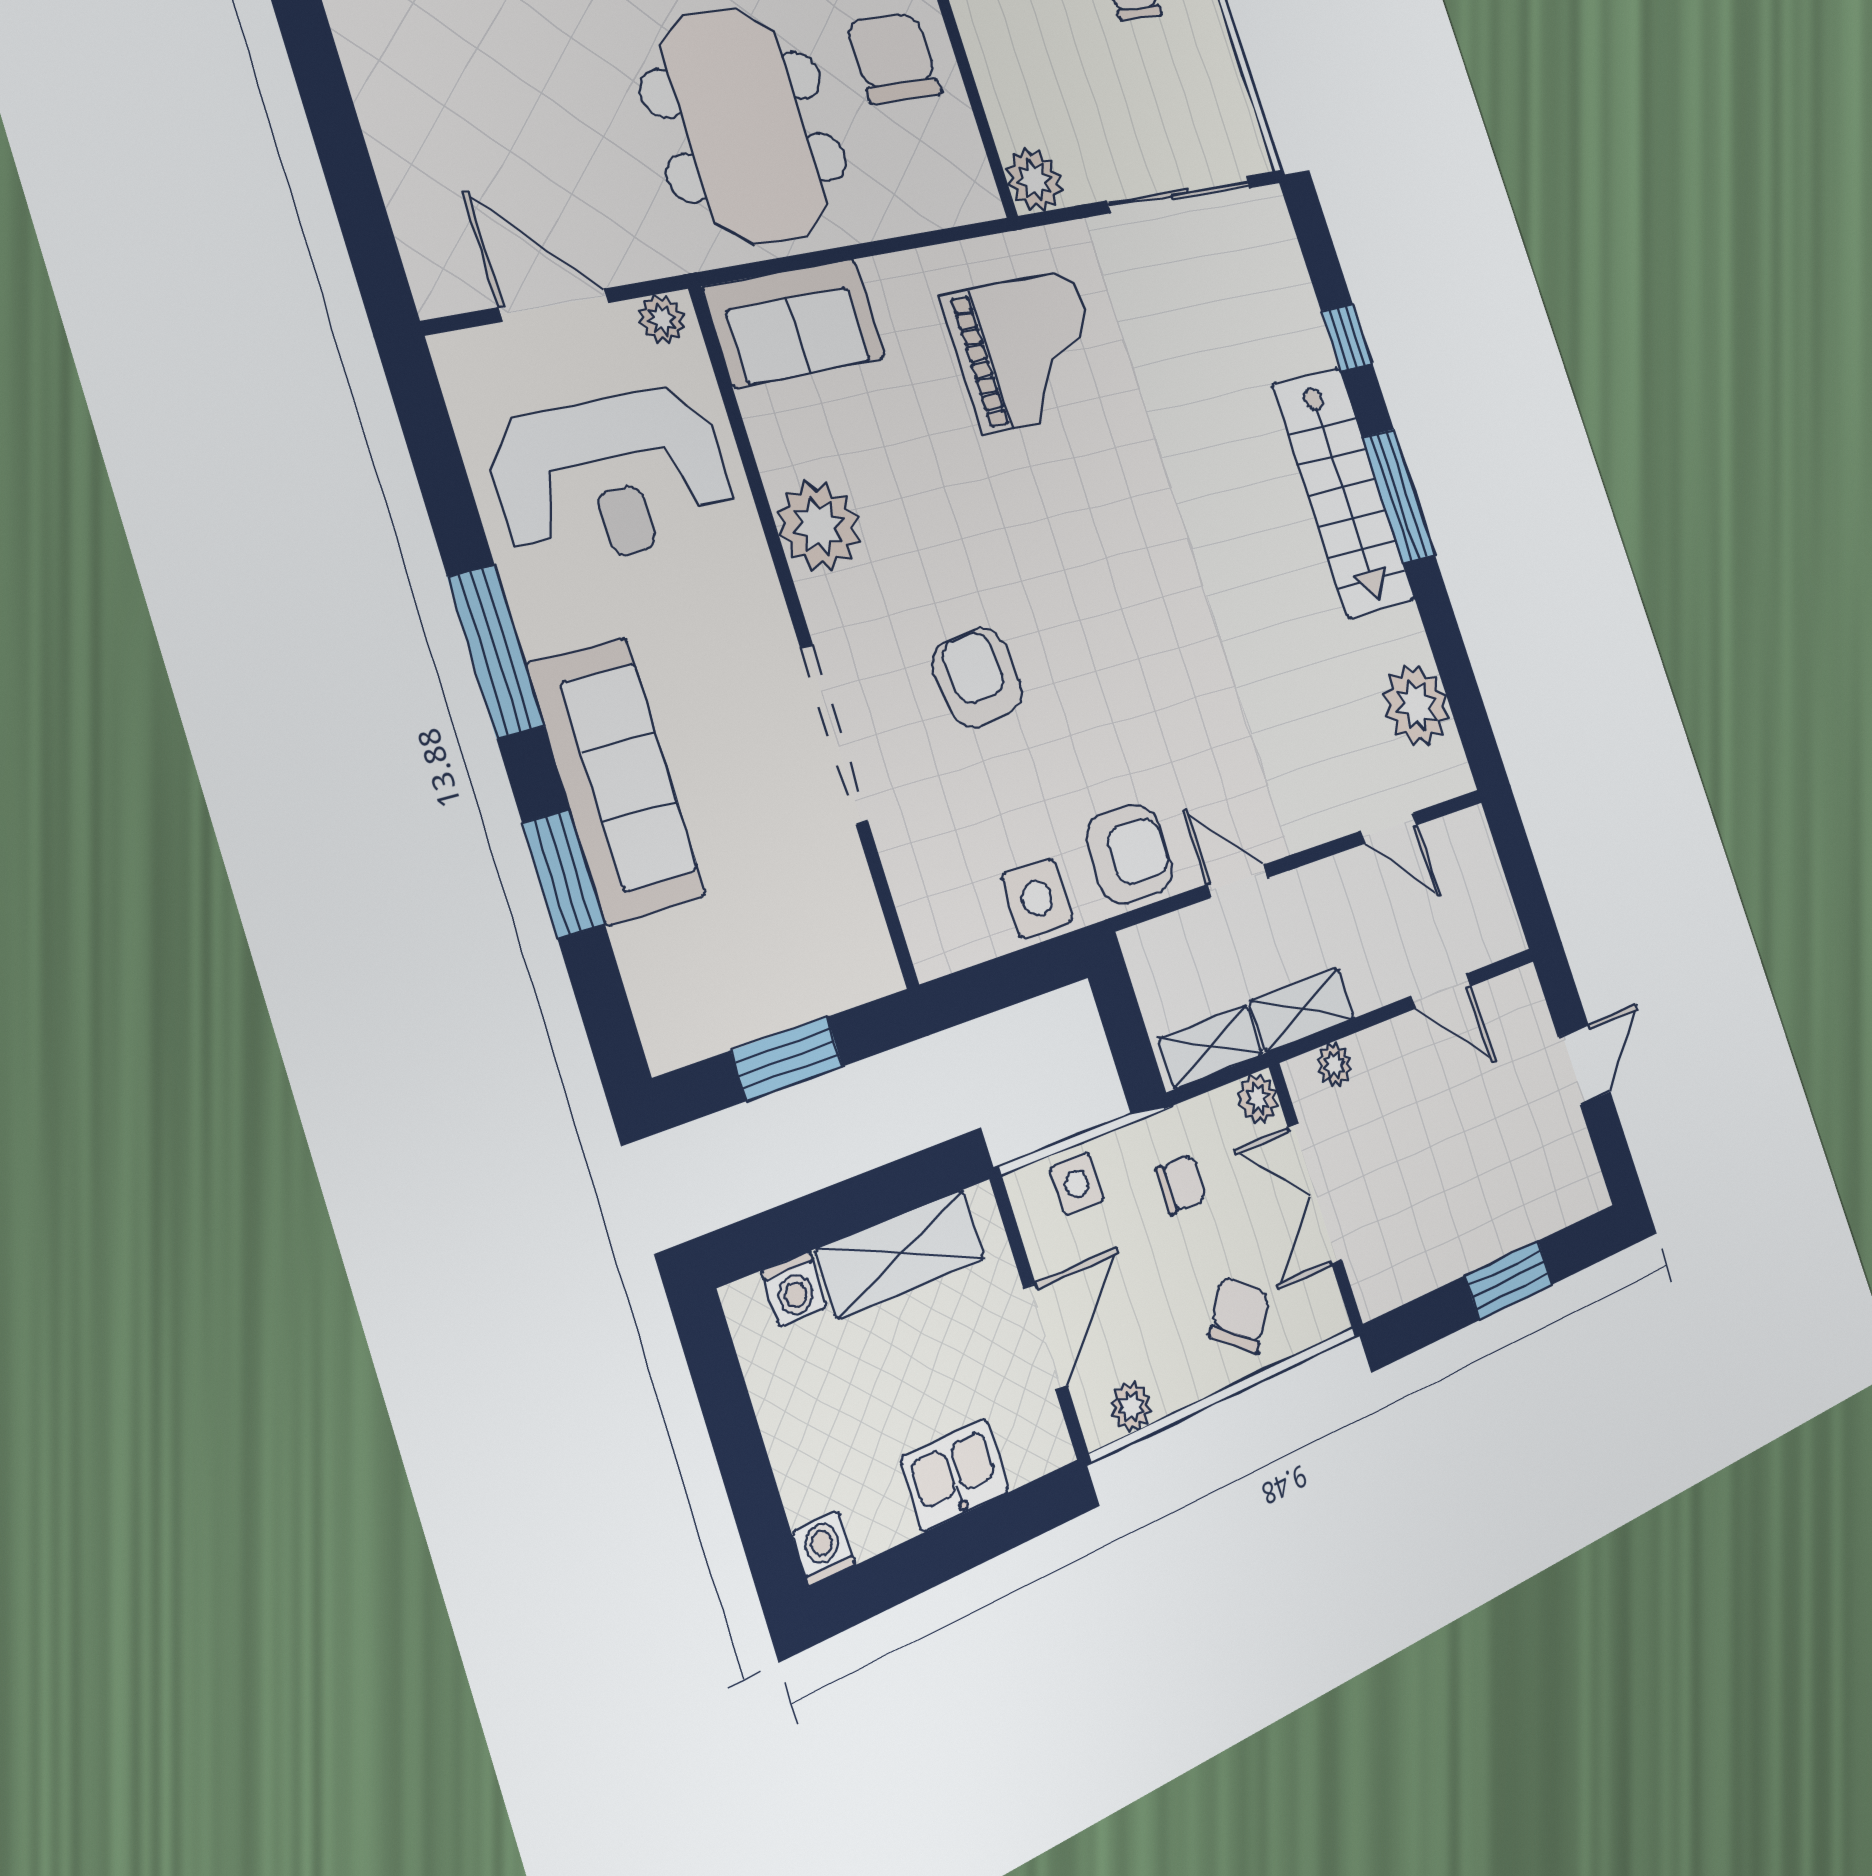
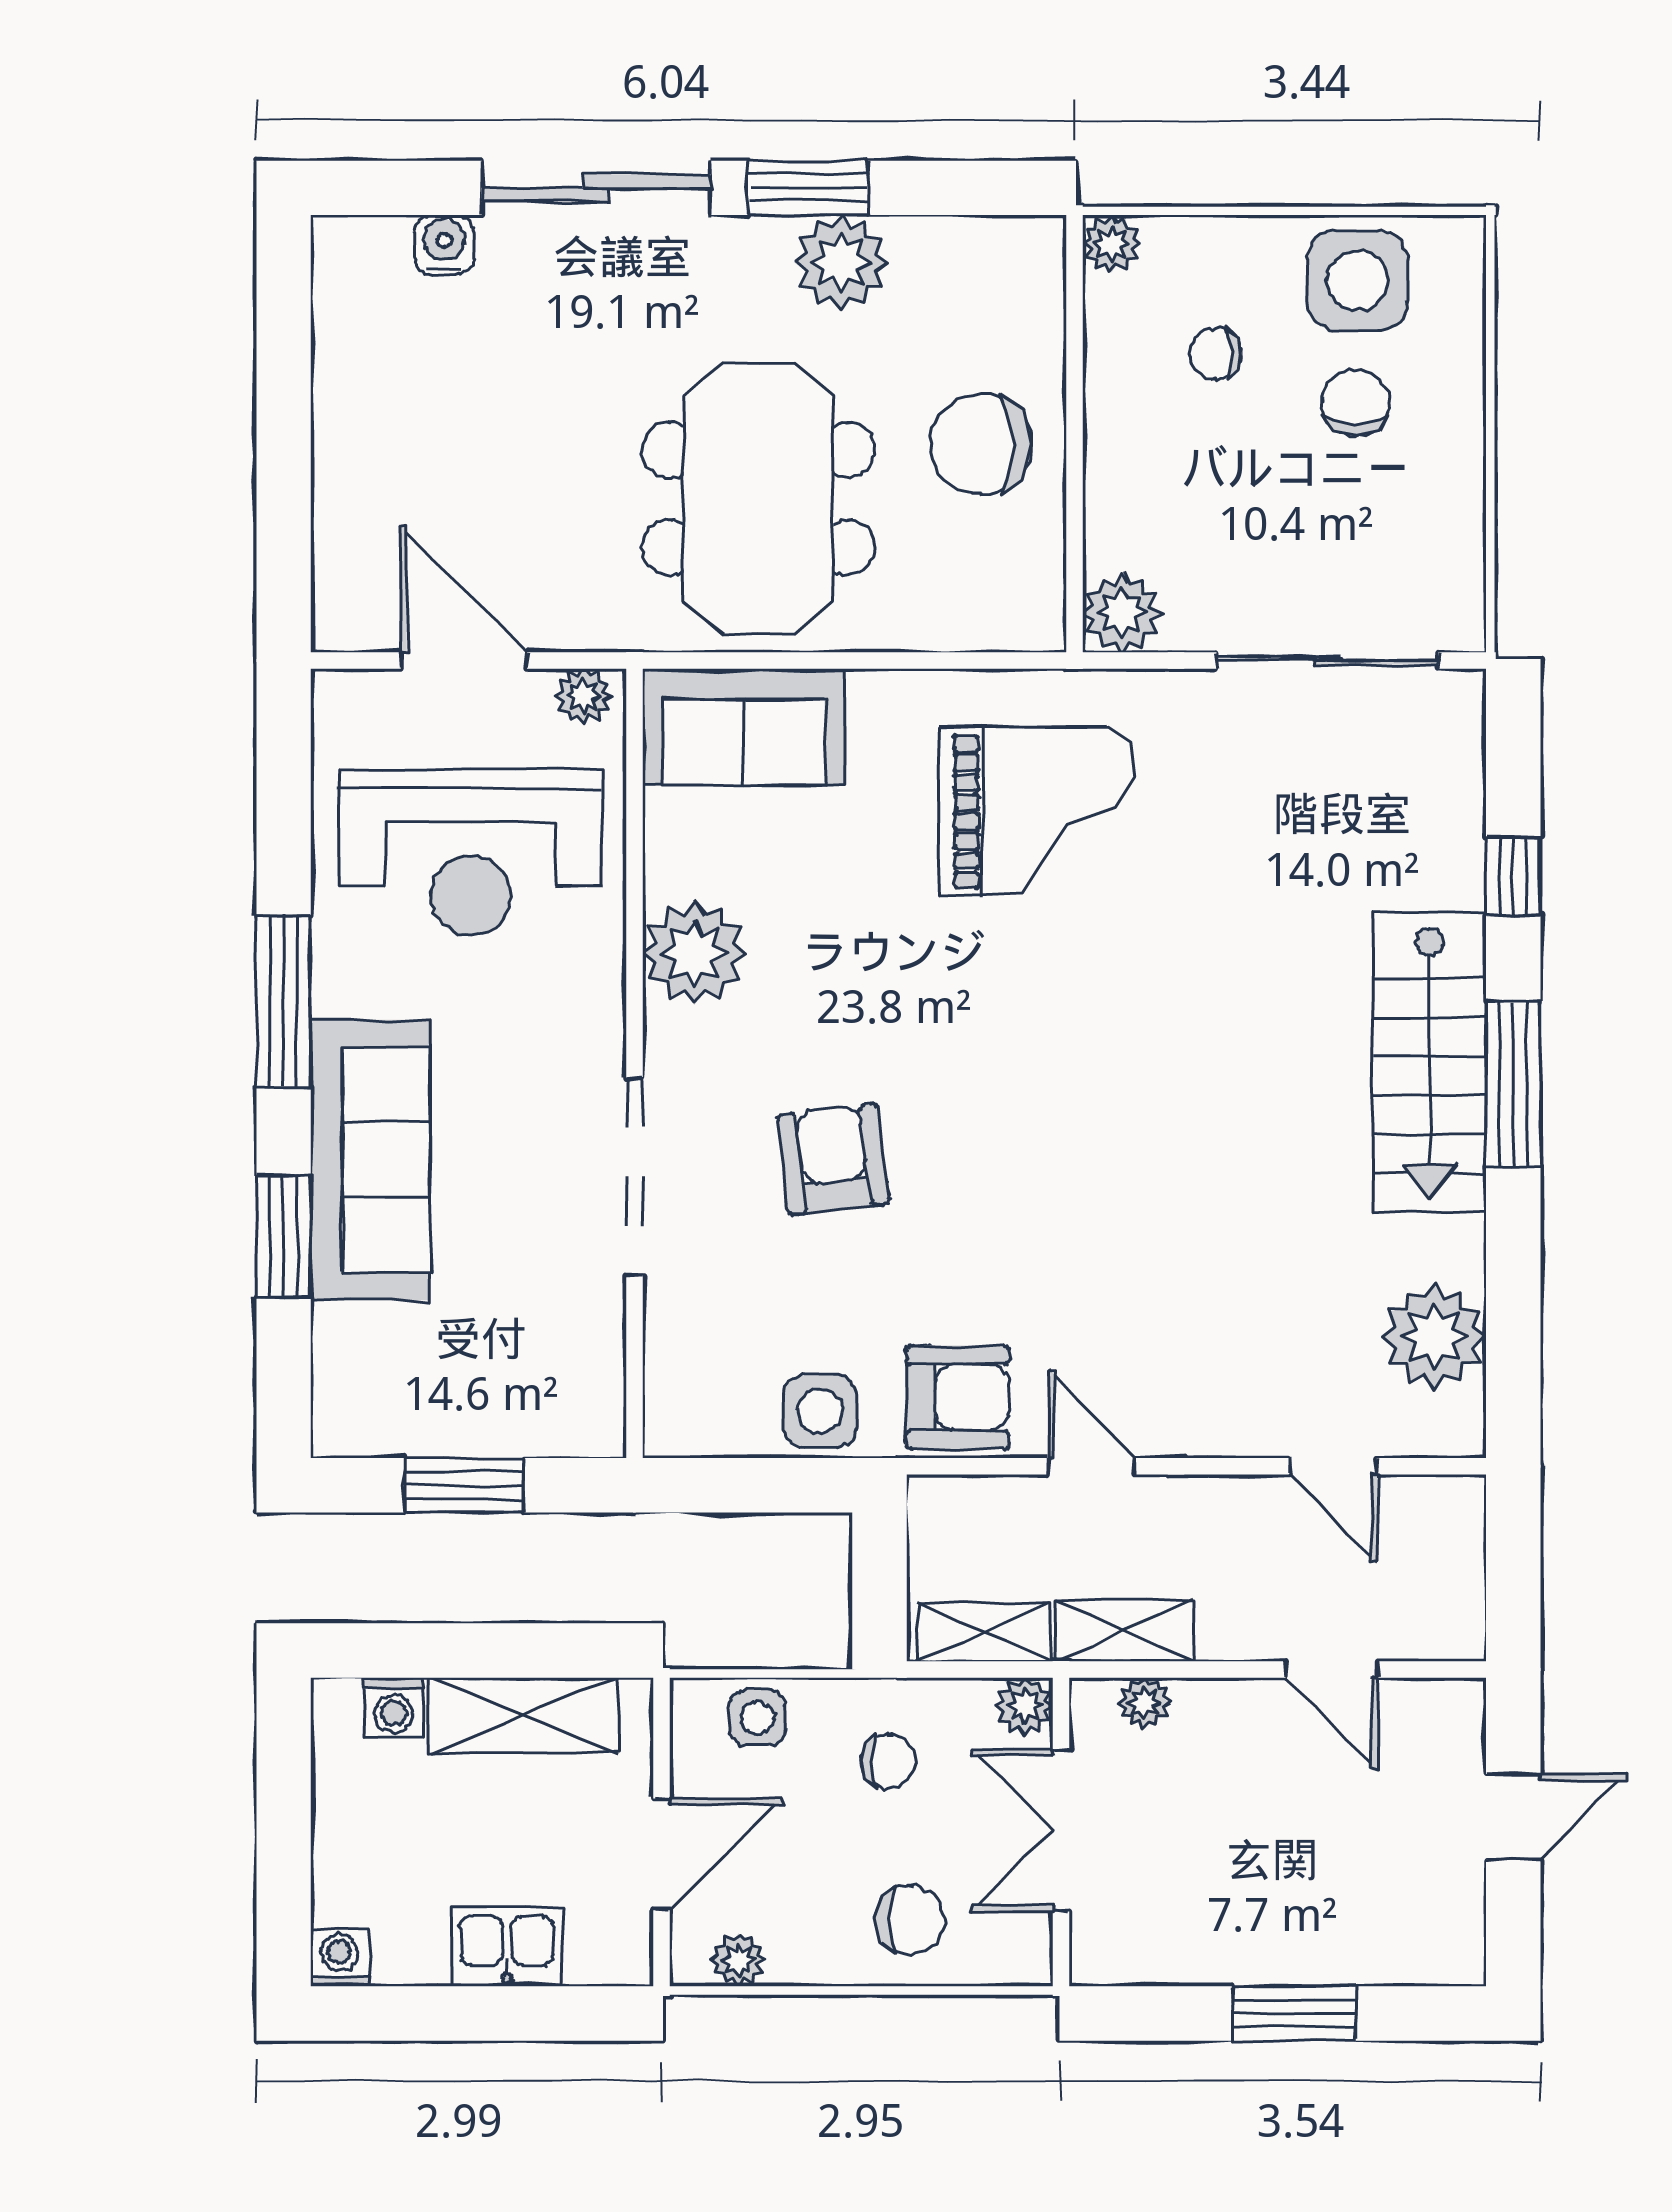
chair: (893, 58) -> (981, 444), turned -90
chair: (1239, 1315) -> (910, 1919), turned 54

